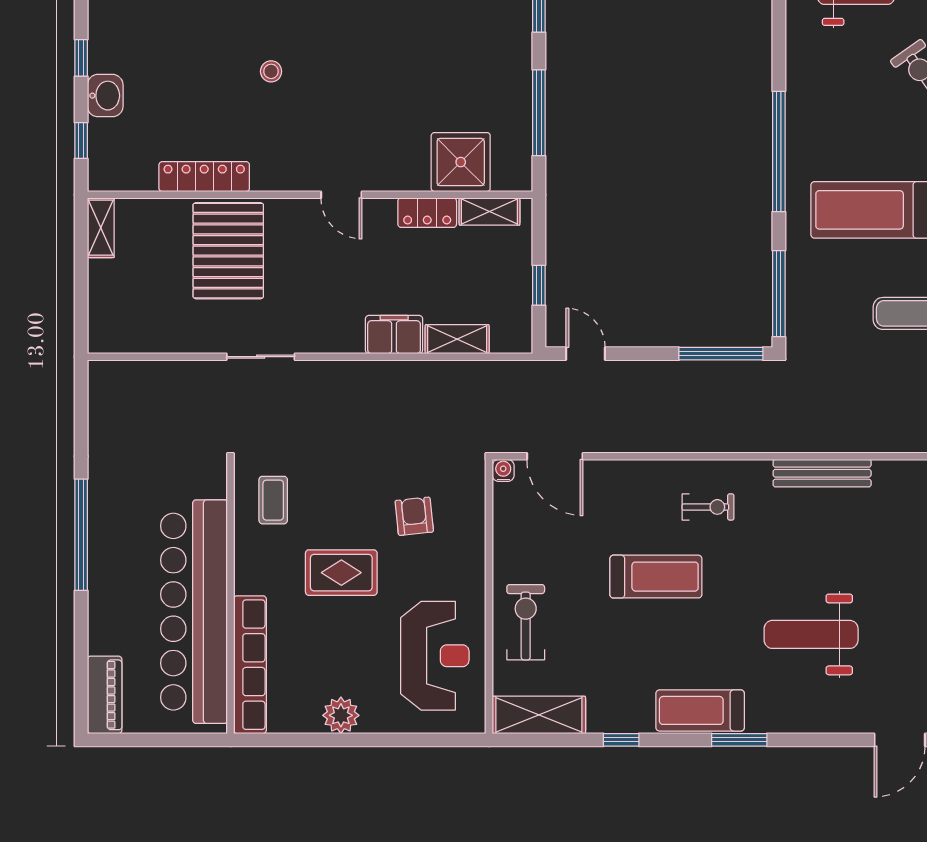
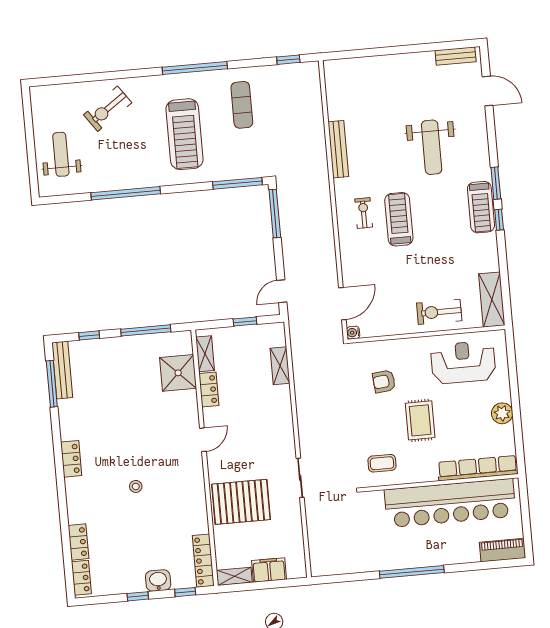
window: (779, 151) -> (126, 193), moved
locker: (204, 177) -> (203, 561), moved
filing cabinet: (394, 334) -> (269, 570), moved, turned 90
treadmill: (656, 577) -> (399, 219), moved
window: (621, 740) -> (499, 220), moved

